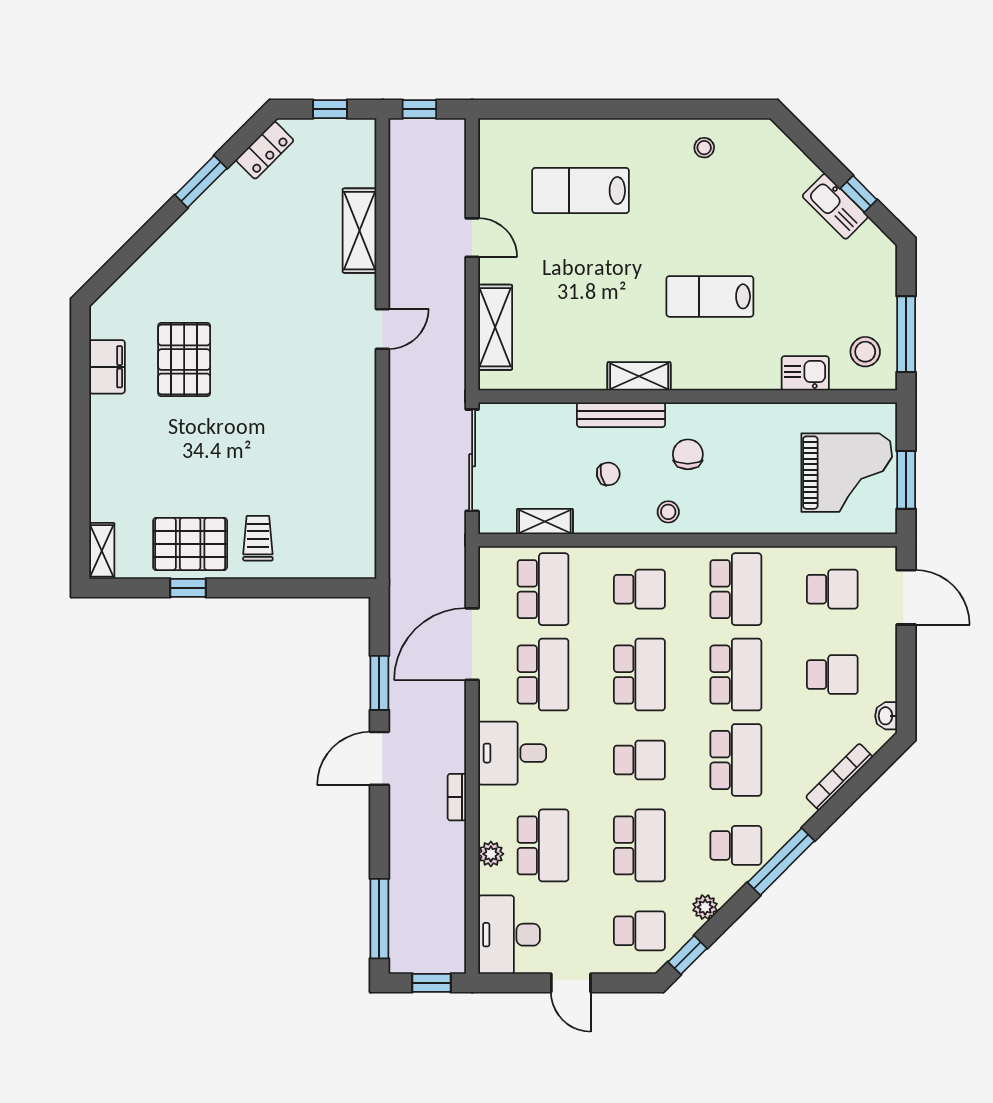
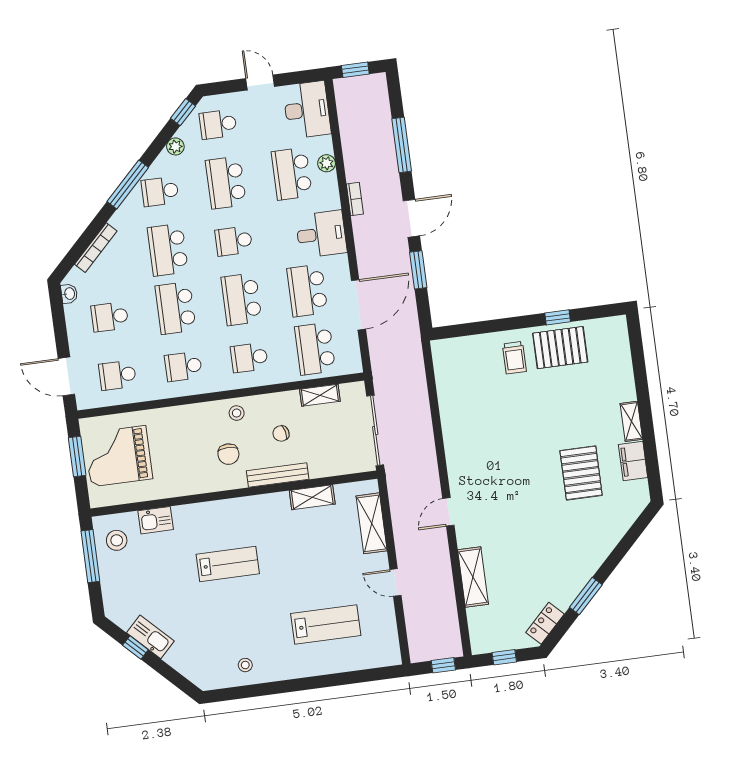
shelving: (639, 376) -> (312, 497), moved
shelving: (102, 551) -> (631, 421), moved
school desk: (736, 589) -> (183, 366), width x0.54
window: (379, 919) -> (402, 145), moved

